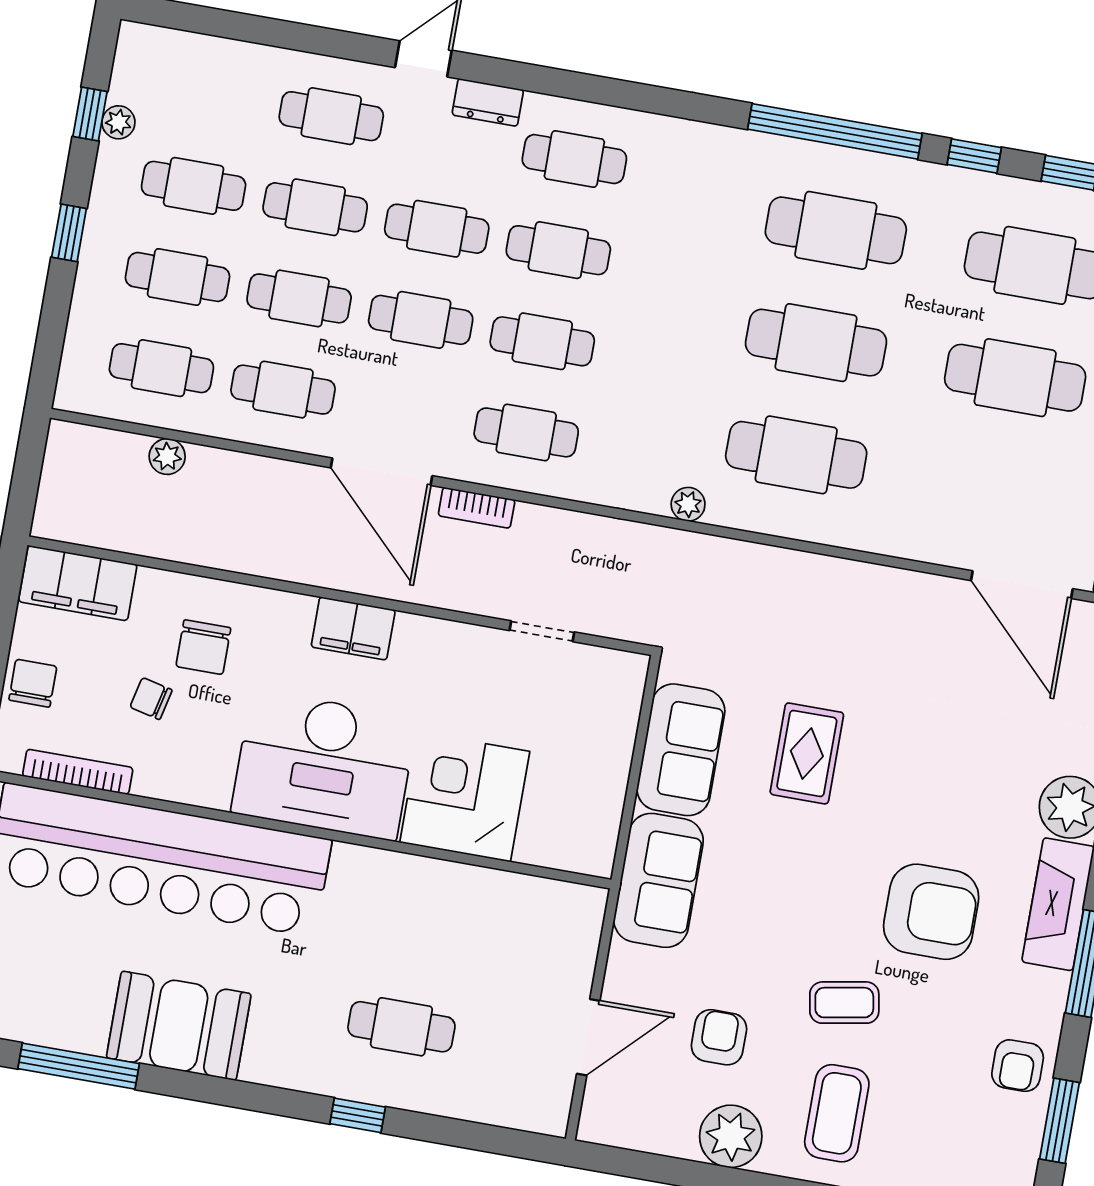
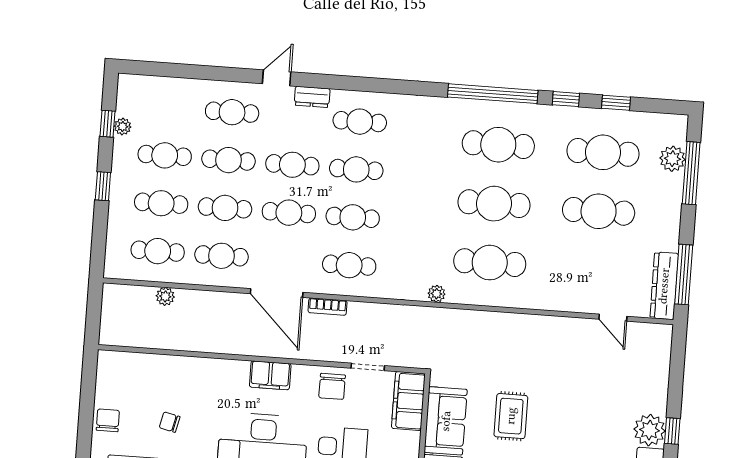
filing cabinet: (78, 583) -> (408, 401), moved, turned 90
door: (1022, 585) -> (613, 318), width x0.53
chair: (203, 647) -> (332, 386), moved

